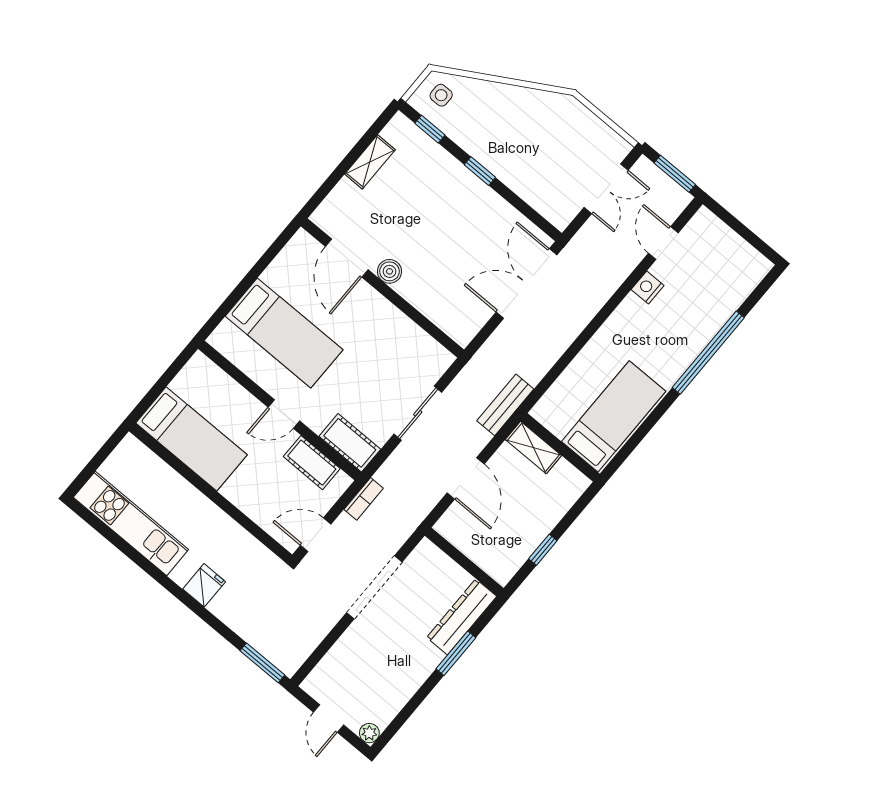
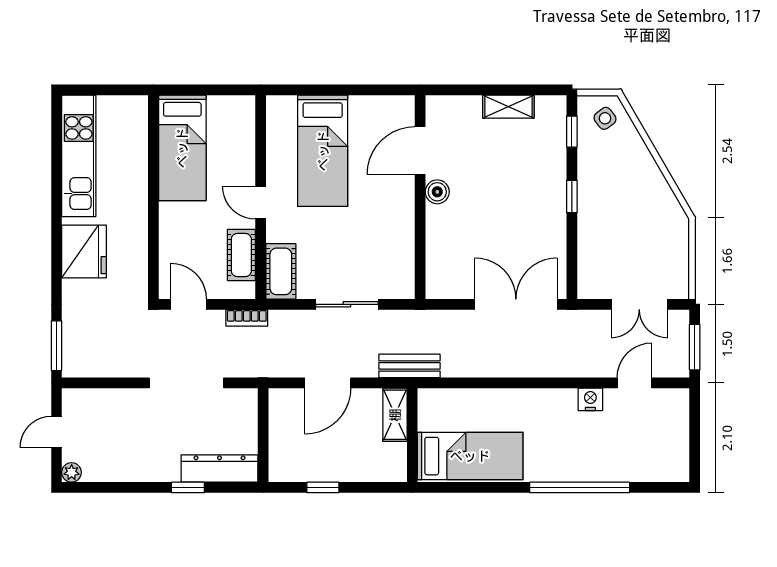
side table: (441, 95) -> (605, 118), turned -37
fridge: (204, 585) -> (84, 251), width x1.88, depth x1.34
window: (456, 653) -> (188, 487), width x0.67

